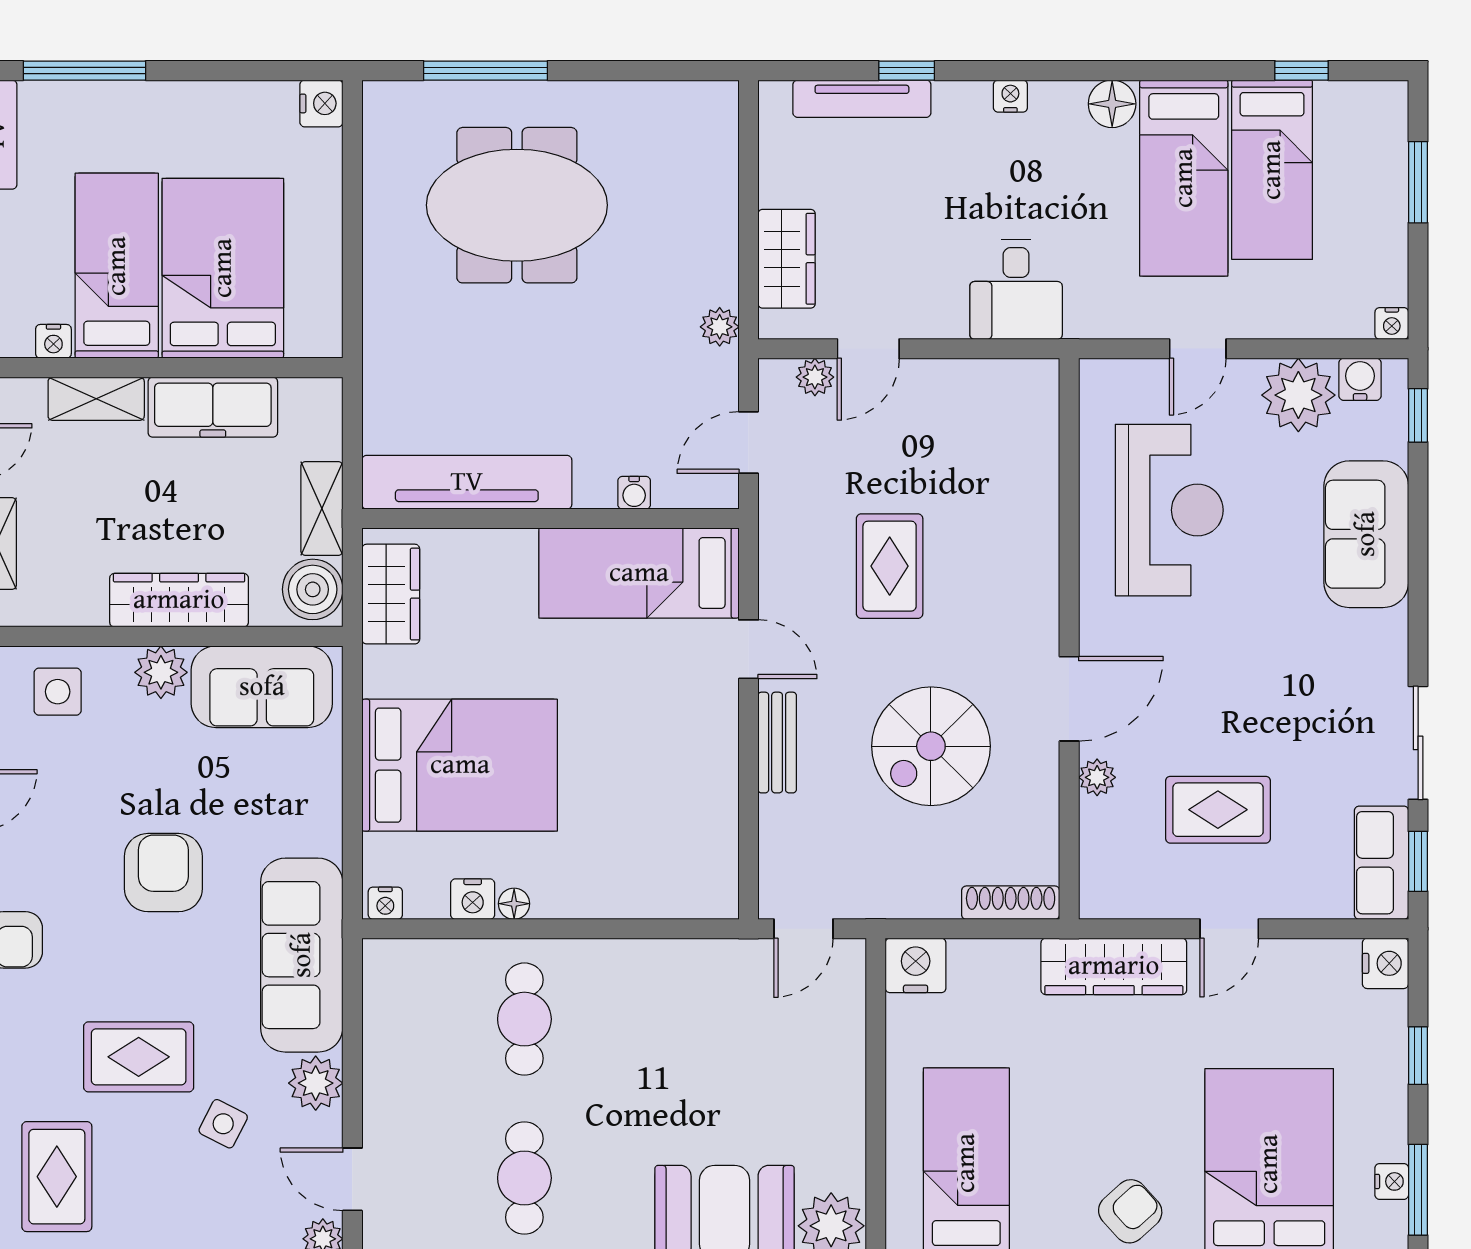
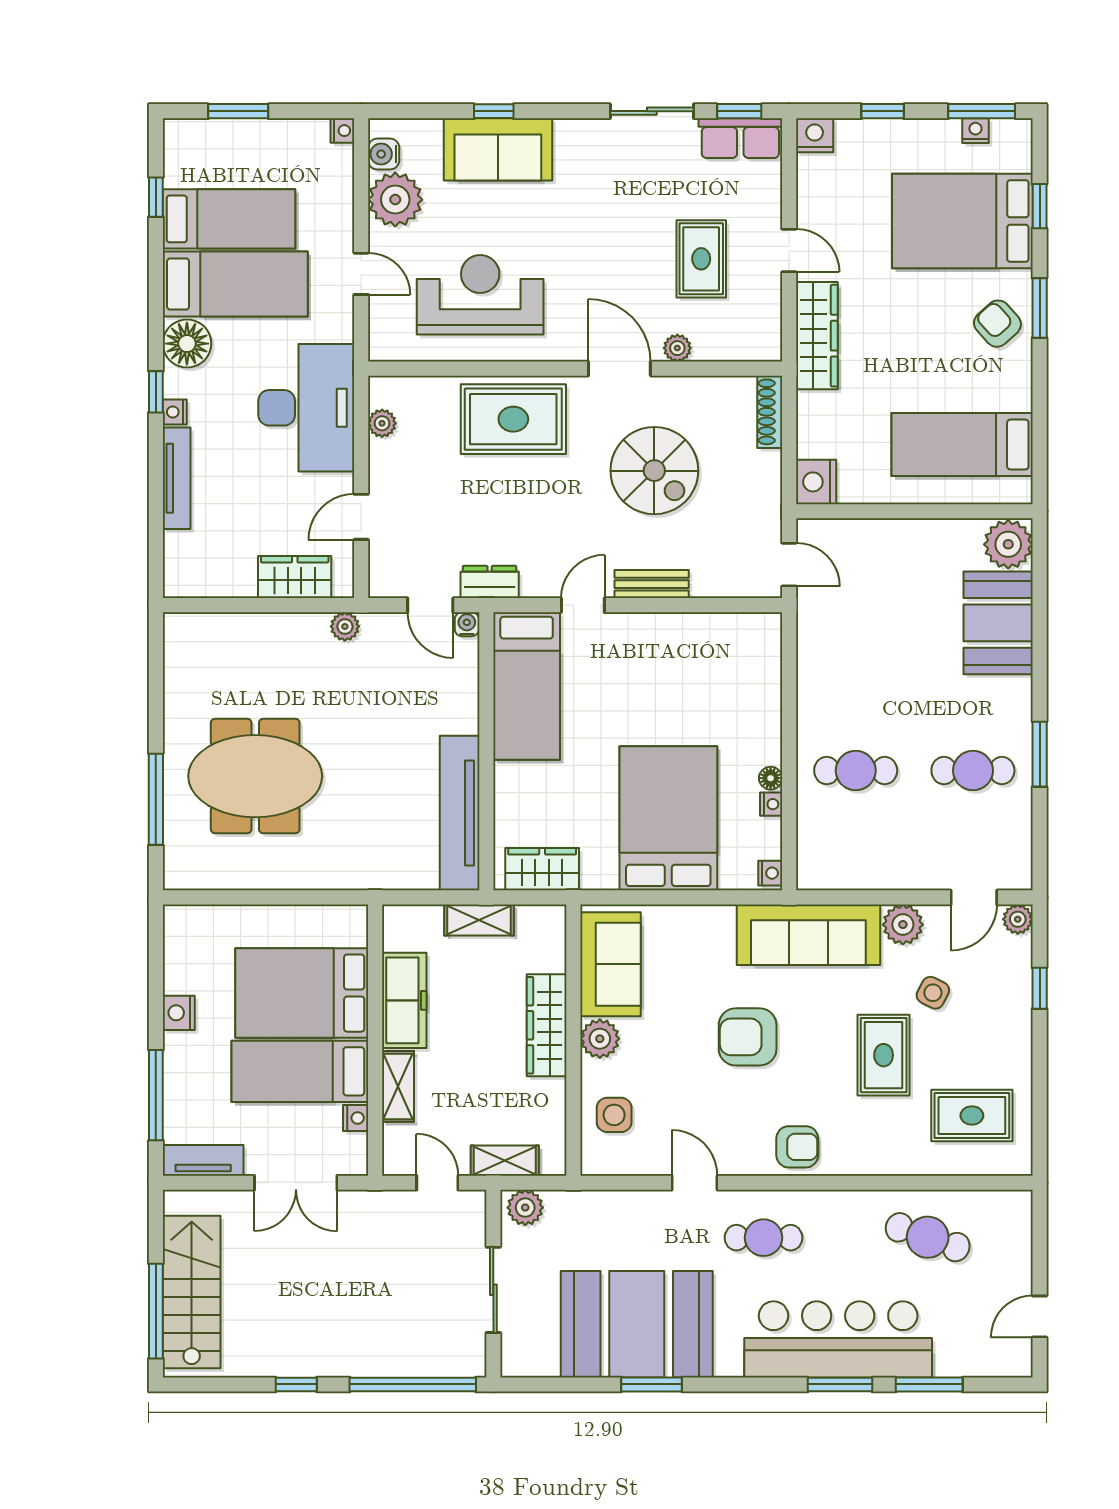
window: (907, 71) -> (156, 392), moved
tv unit: (862, 99) -> (177, 478), moved
nightstand: (321, 103) -> (179, 1013), moved, turned -90
floor lamp: (1112, 104) -> (187, 344), width x1.38, depth x1.38
meeting table: (517, 205) -> (255, 776), turned 90
desk: (1016, 289) -> (306, 408), width x1.87, depth x1.30
door: (868, 349) -> (361, 517), swing flipped
plant: (815, 377) -> (382, 423), moved
window: (1418, 415) -> (494, 111), moved
water cooler: (634, 493) -> (467, 624), moved, turned -90
dresser: (780, 523) -> (490, 582), added
rug: (890, 566) -> (513, 419), moved, width x1.36, depth x1.43
boiler: (313, 589) -> (539, 927), removed
nightstand: (473, 899) -> (771, 804), width x0.72, depth x0.74

